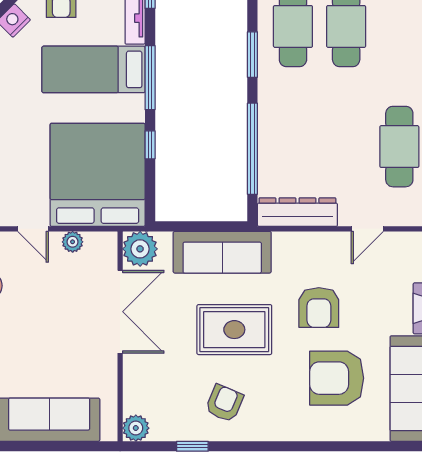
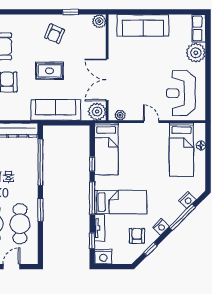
bed: (98, 175) -> (106, 149), width x0.49
plant: (73, 242) -> (120, 115), moved
rug: (234, 330) -> (50, 71), width x0.73, depth x0.70

